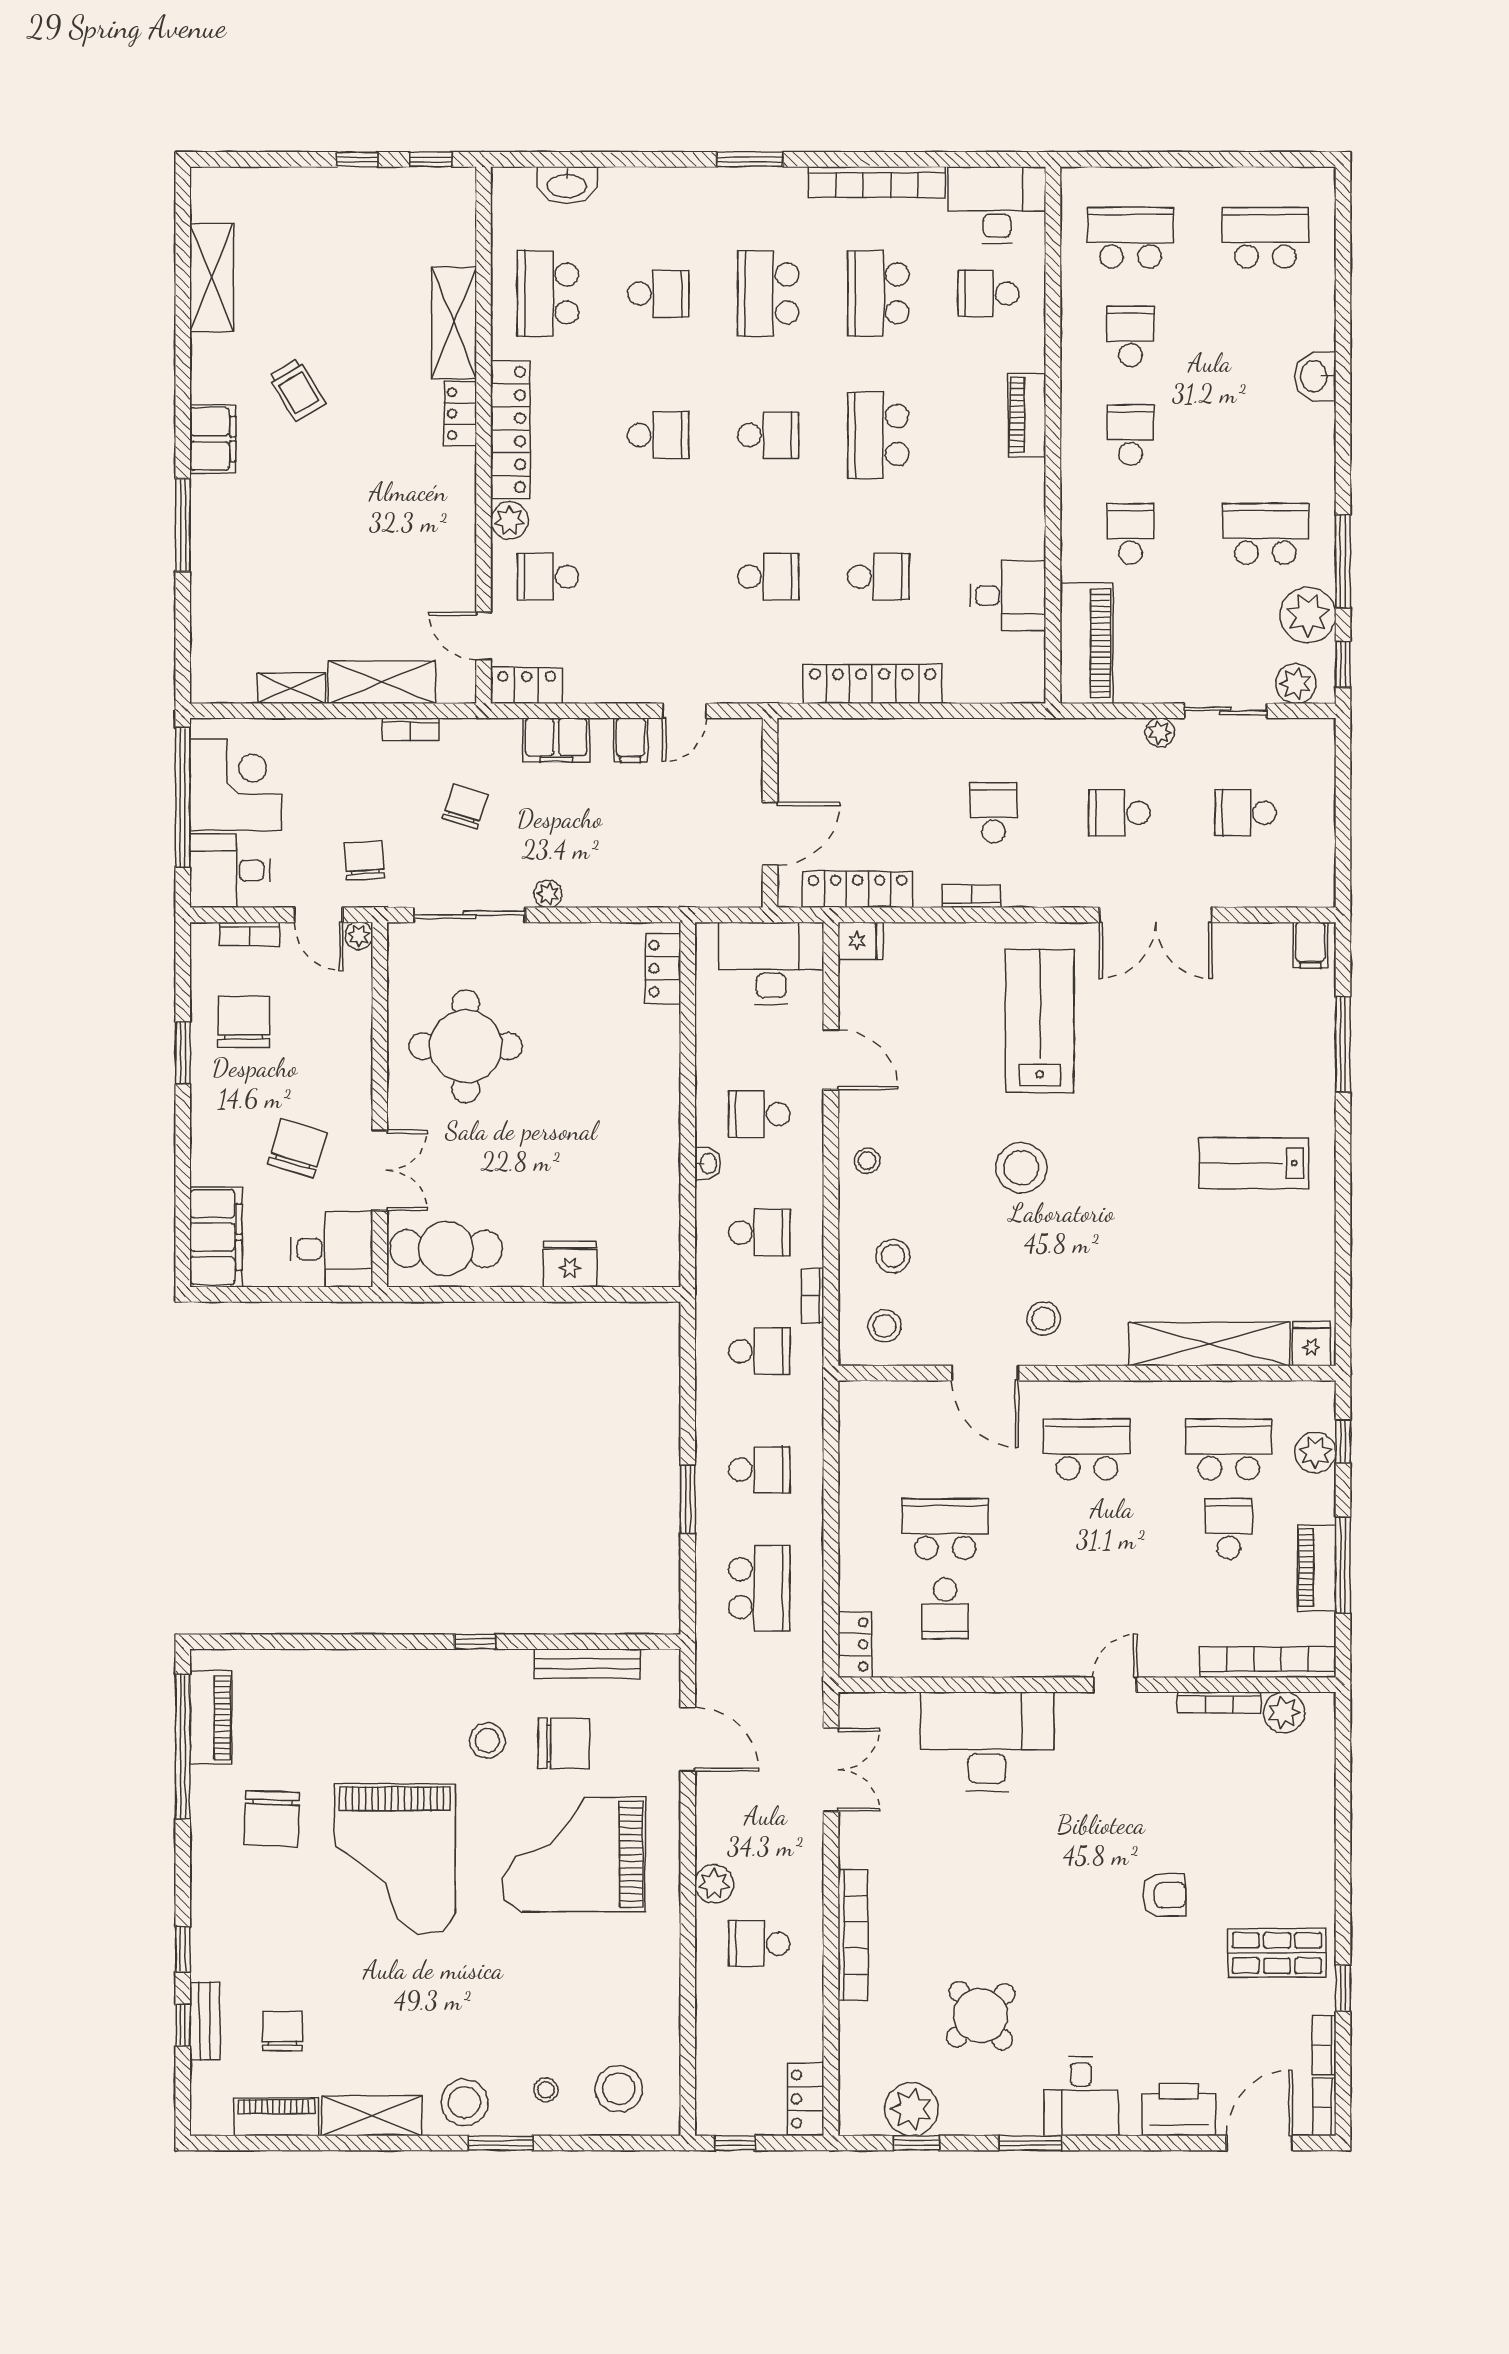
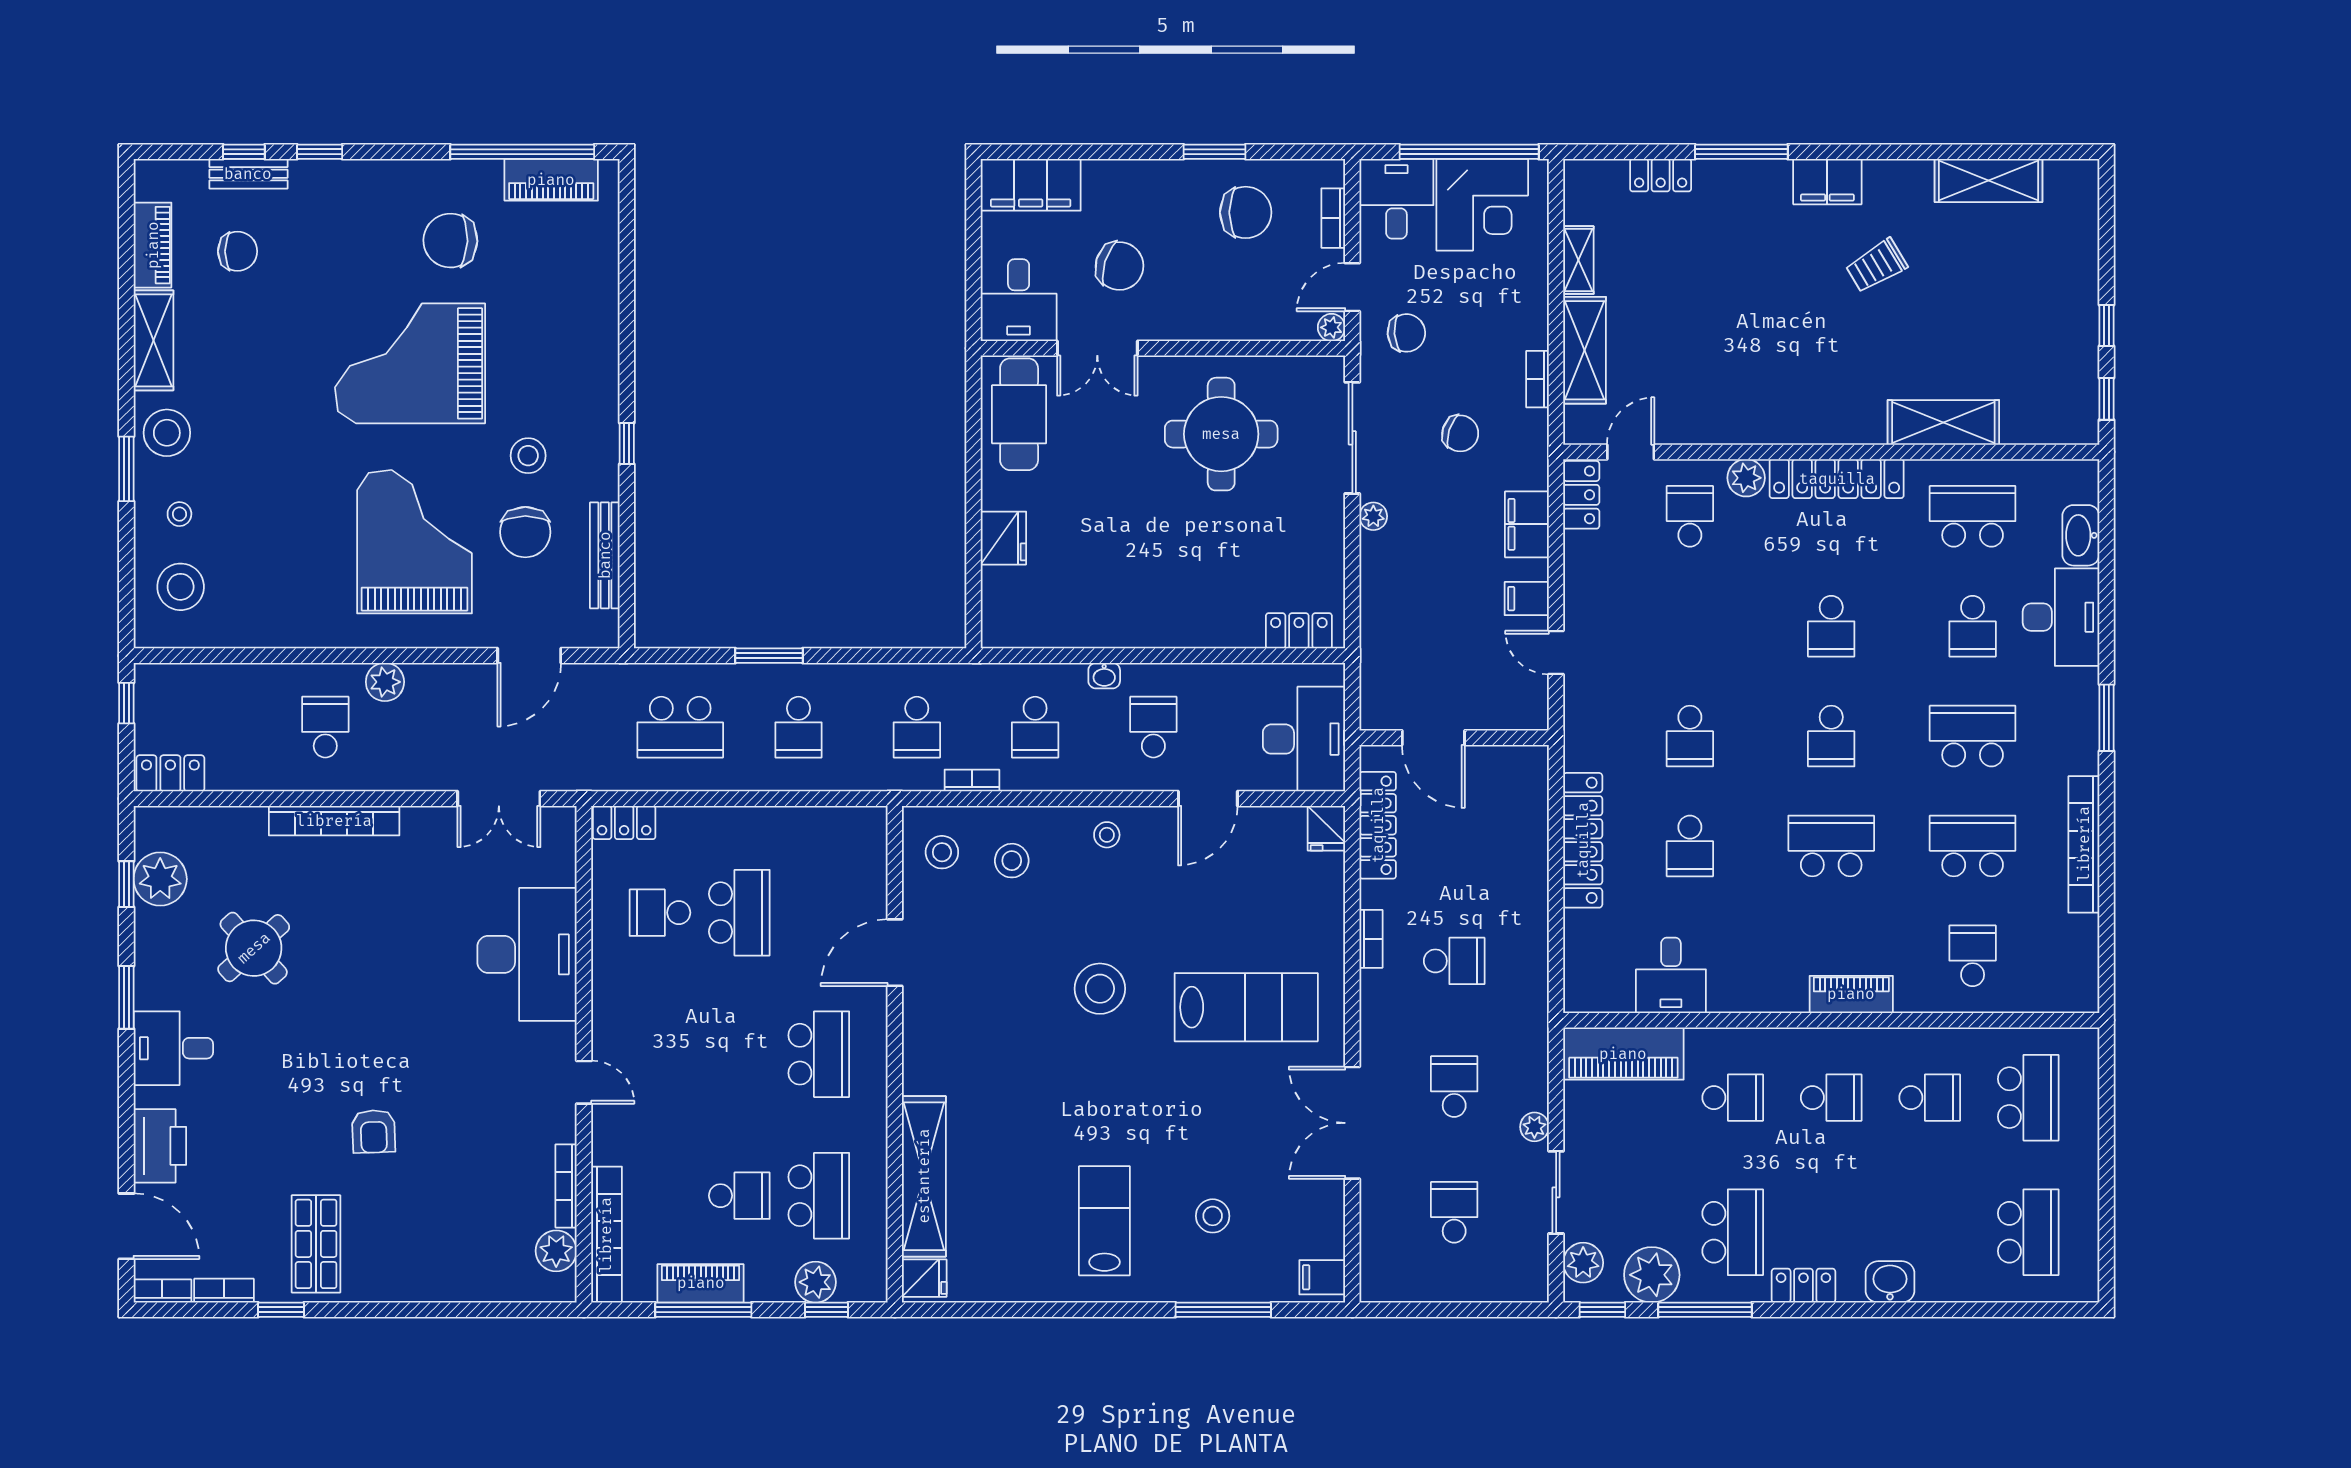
desk: (997, 205) -> (2061, 617), moved
locker: (460, 414) -> (1661, 175), moved, turned 180
locker: (1319, 463) -> (1803, 1286), added
stool: (1044, 1319) -> (1213, 1216), moved

